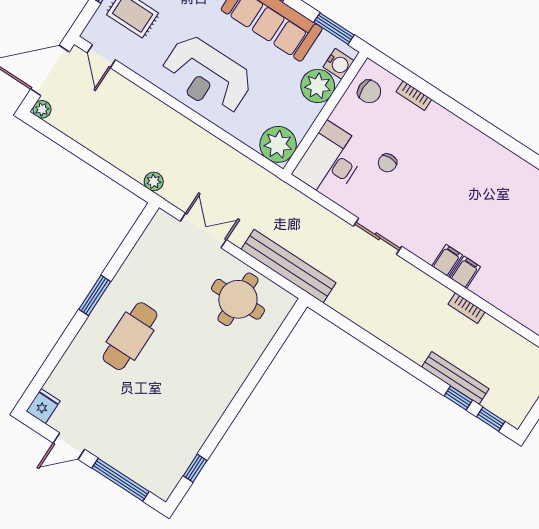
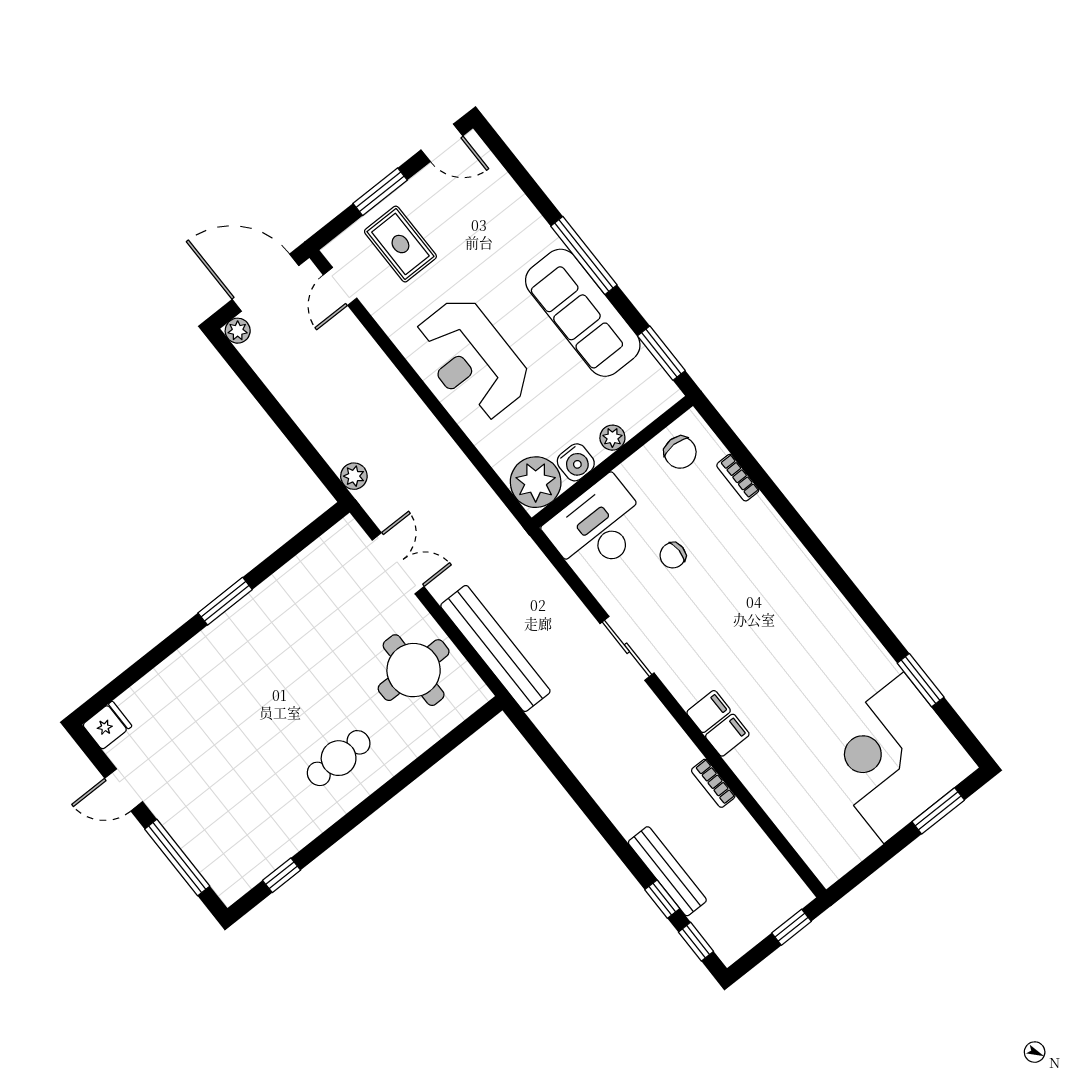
water cooler: (339, 64) -> (576, 462), moved
plant: (318, 86) -> (612, 438), width x0.53, depth x0.53
cafe table: (130, 336) -> (339, 758), moved, width x0.73, depth x0.74

